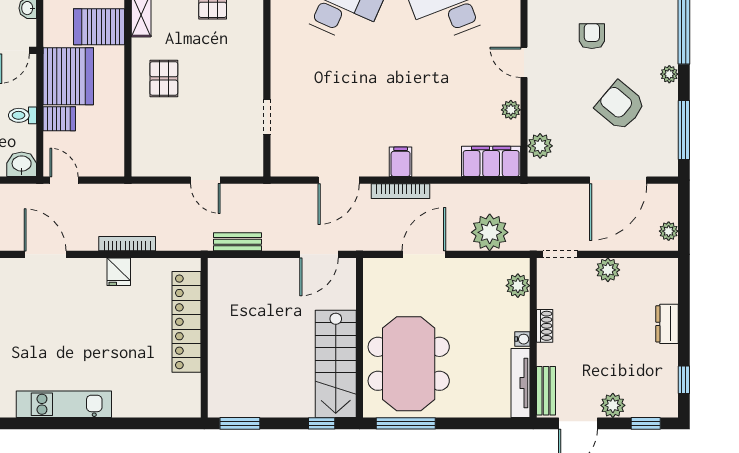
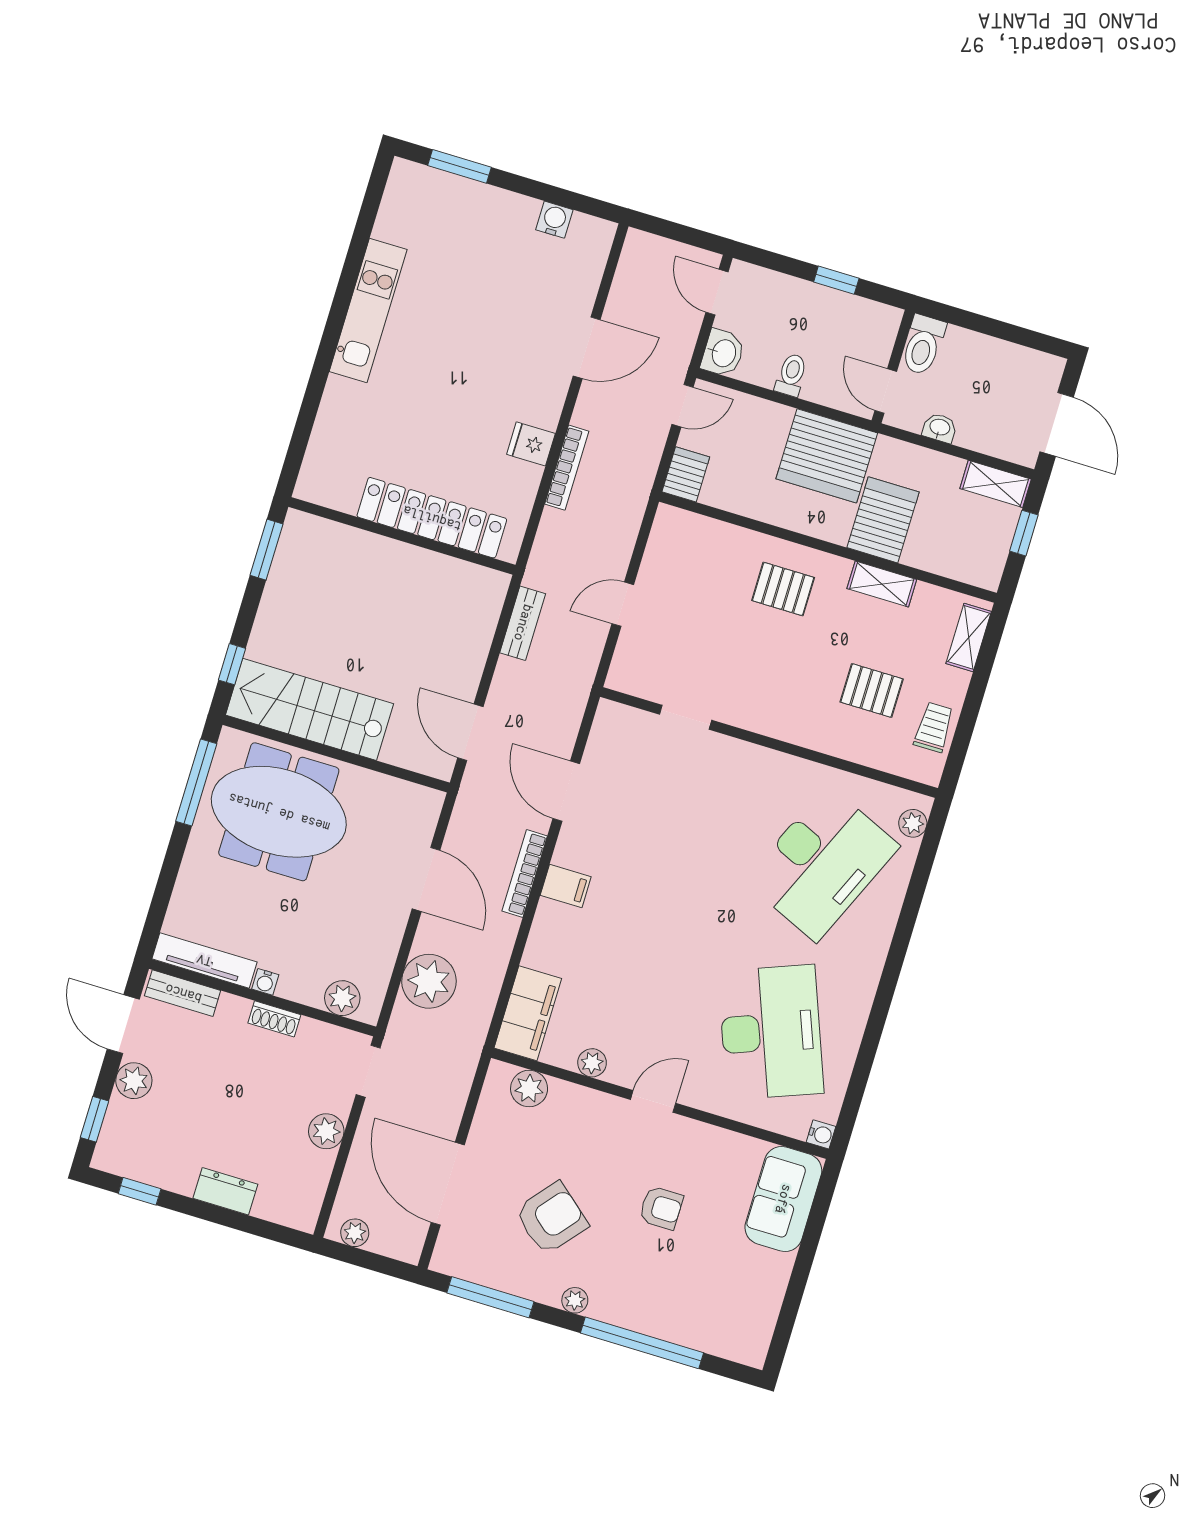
server rack: (59, 119) -> (686, 474), moved, turned 180

